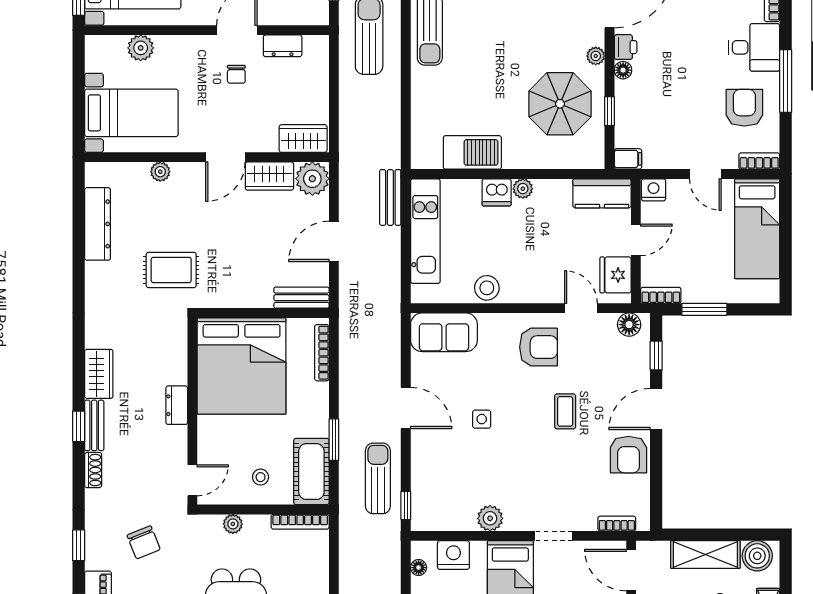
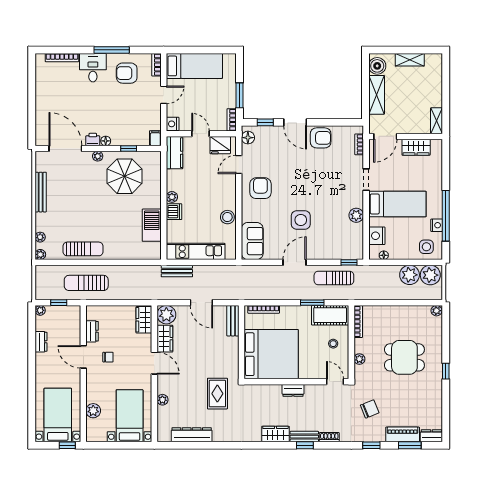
coffee table: (565, 411) -> (296, 173), removed
side table: (482, 419) -> (301, 220), width x1.87, depth x1.87

